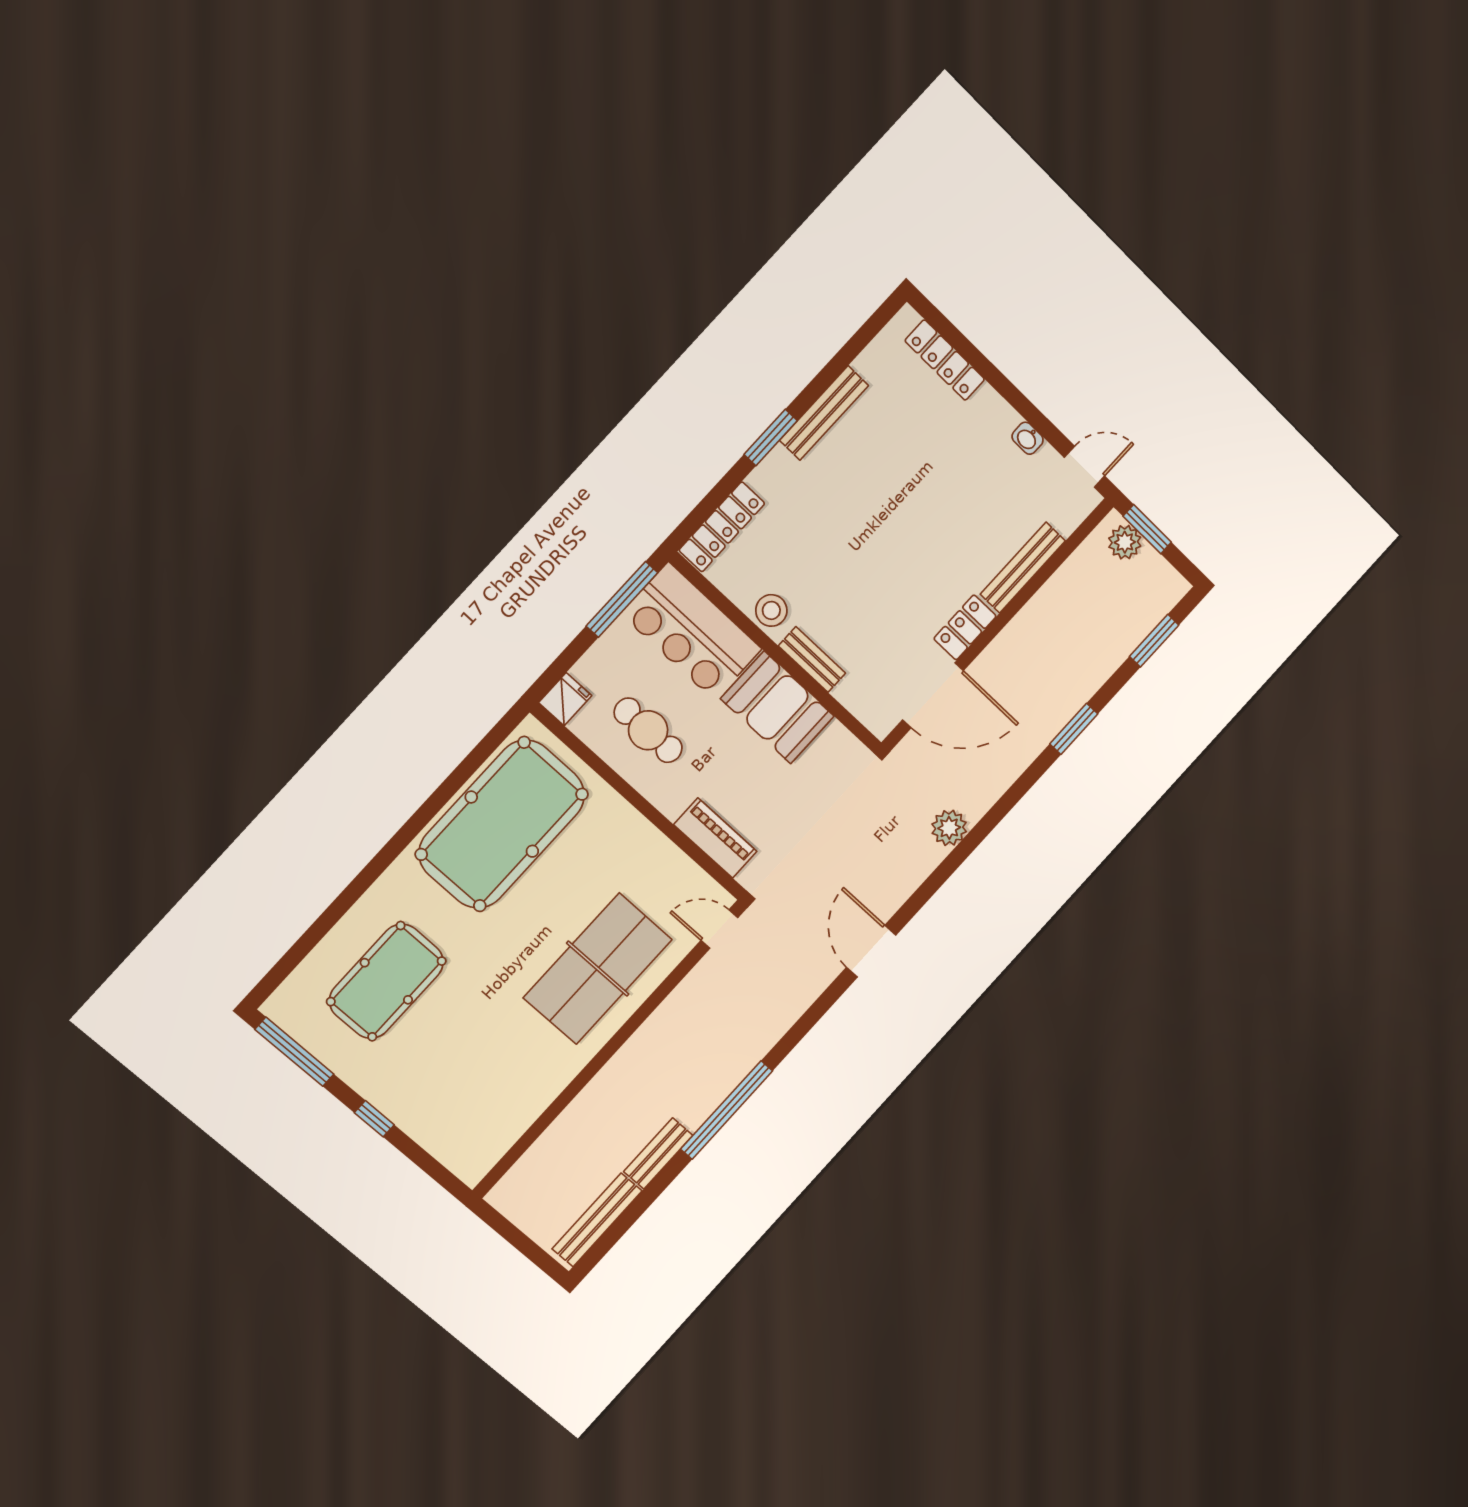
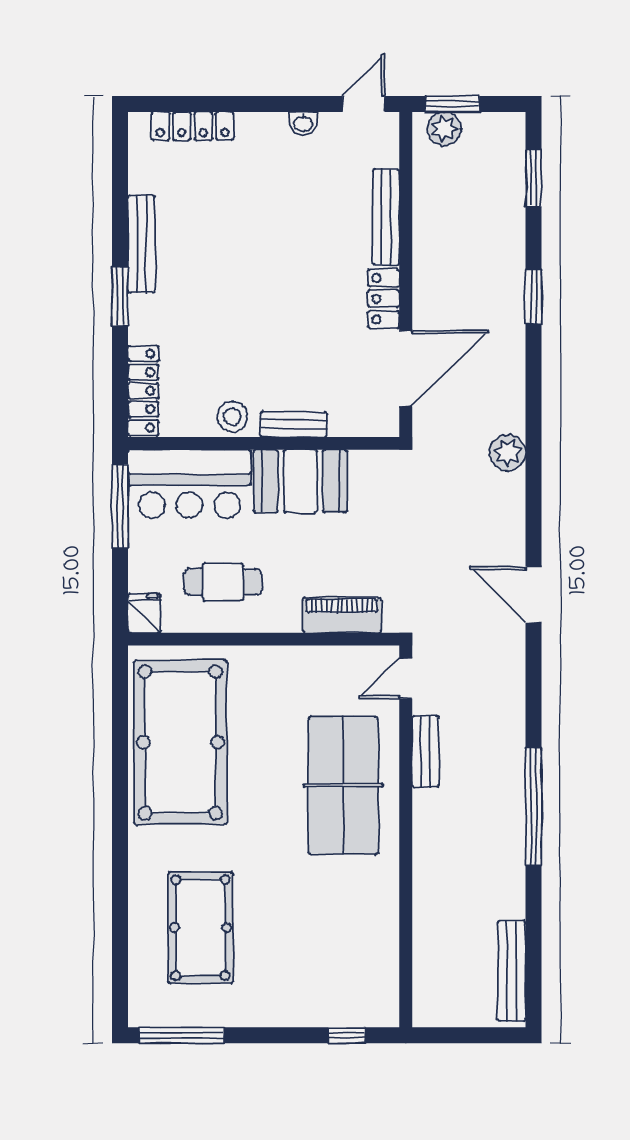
window: (374, 1119) -> (347, 1035), moved
bench: (658, 1153) -> (426, 752), moved

